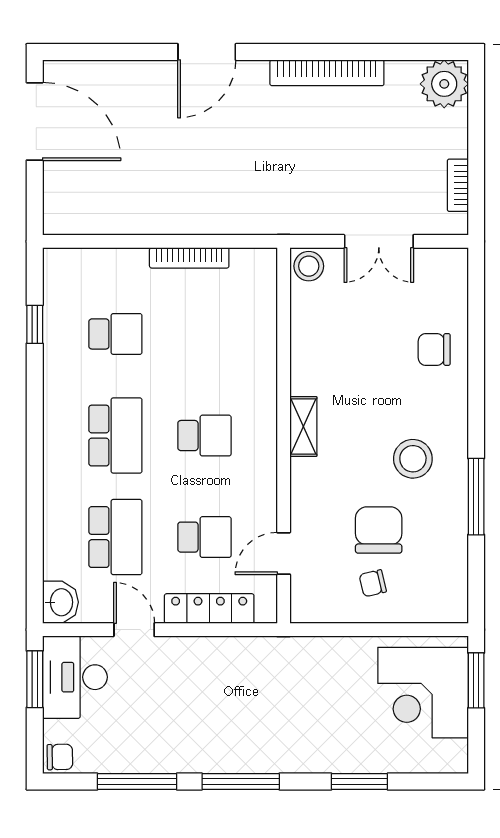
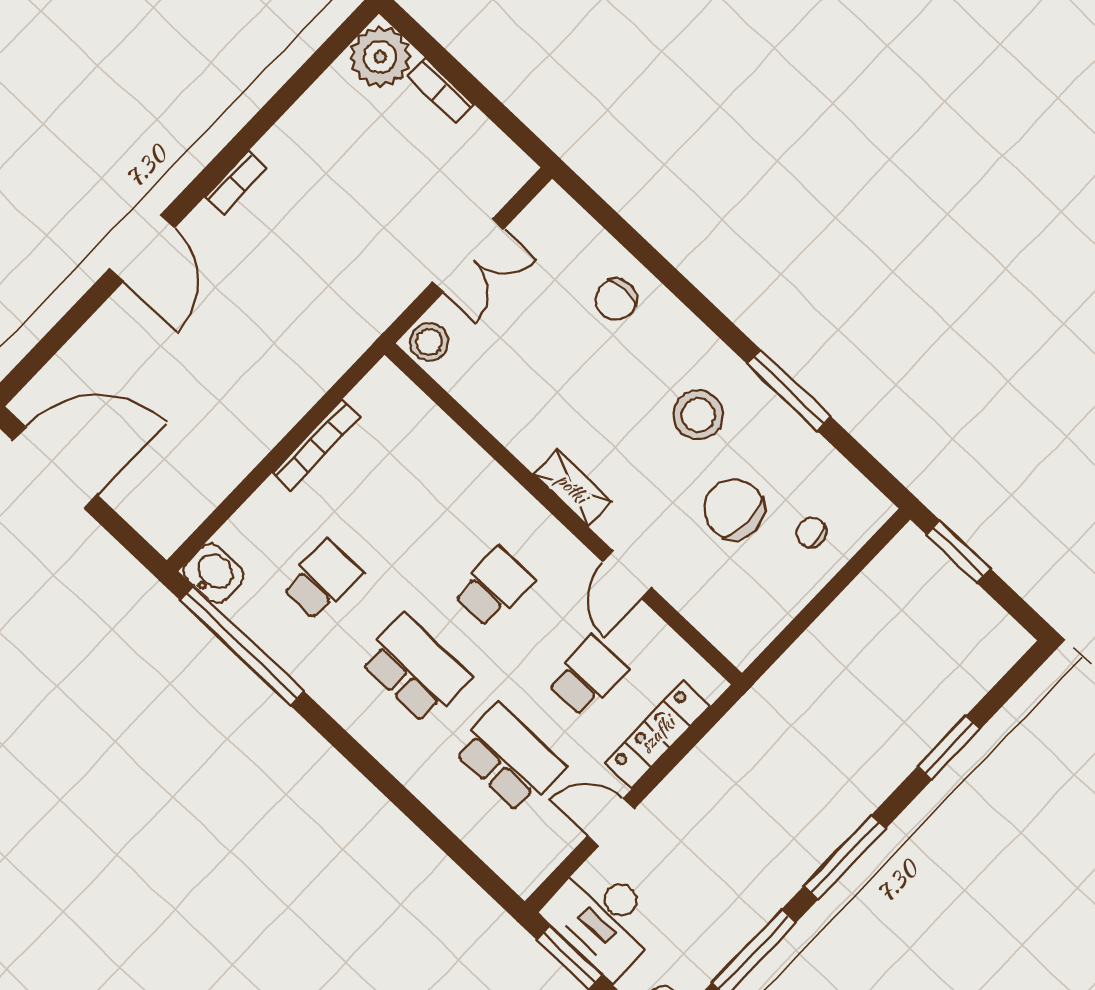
bookcase: (327, 73) -> (236, 182), width x0.43, depth x0.76
bookcase: (458, 185) -> (441, 91), moved
window: (35, 324) -> (242, 646), width x3.17
door: (284, 553) -> (627, 575), moved
chair: (373, 583) -> (812, 533), moved, turned 92
washbasin: (60, 602) -> (213, 573), moved
corner desk: (423, 693) -> (923, 611), removed

